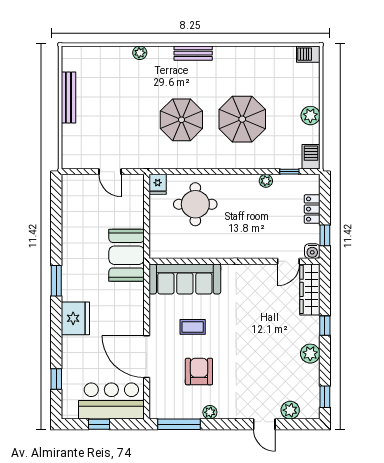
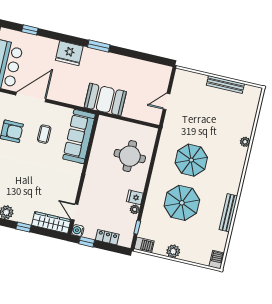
bench: (193, 53) -> (228, 213), moved, width x1.36
fridge: (158, 184) -> (135, 197), moved

